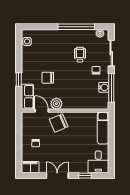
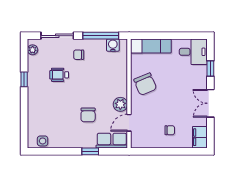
window: (76, 27) -> (24, 79), width x0.32
water cooler: (104, 87) -> (113, 45), moved
chair: (59, 123) -> (145, 84), moved

